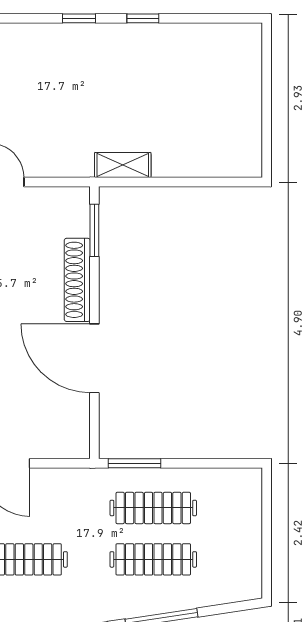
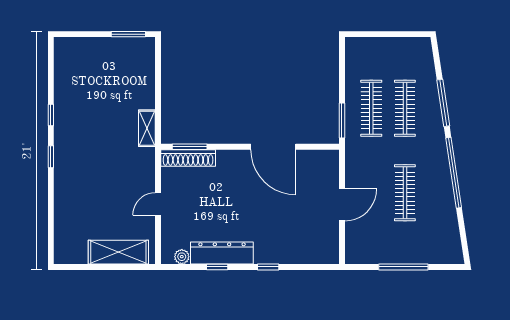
window: (267, 137) -> (128, 34), added
shoe rack: (77, 280) -> (188, 158), moved
door: (94, 358) -> (273, 147), hinge flipped

